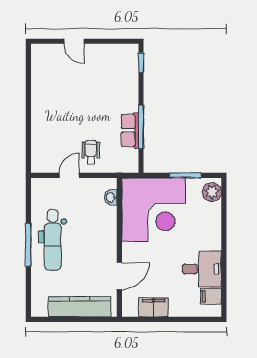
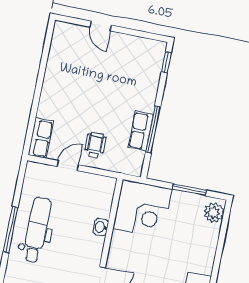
row of seats: (39, 155) -> (41, 138), added
washbasin: (111, 197) -> (101, 227), moved
corner desk: (154, 210) -> (142, 209), width x0.74, depth x0.74
dental chair: (53, 240) -> (37, 230), turned 180

